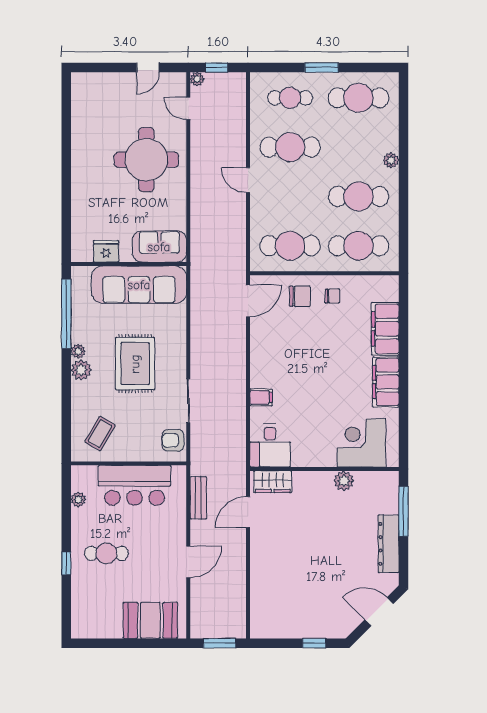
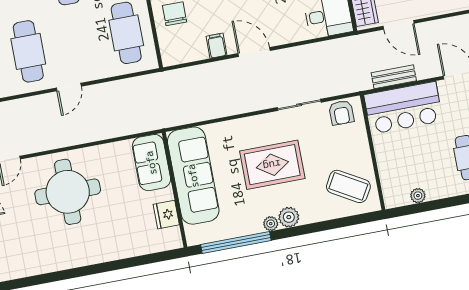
door: (248, 301) -> (254, 52), moved
filing cabinet: (261, 397) -> (217, 46), moved
coffee table: (100, 434) -> (348, 186), width x1.36, depth x1.30
bar counter: (135, 485) -> (403, 108), moved, turned 90

